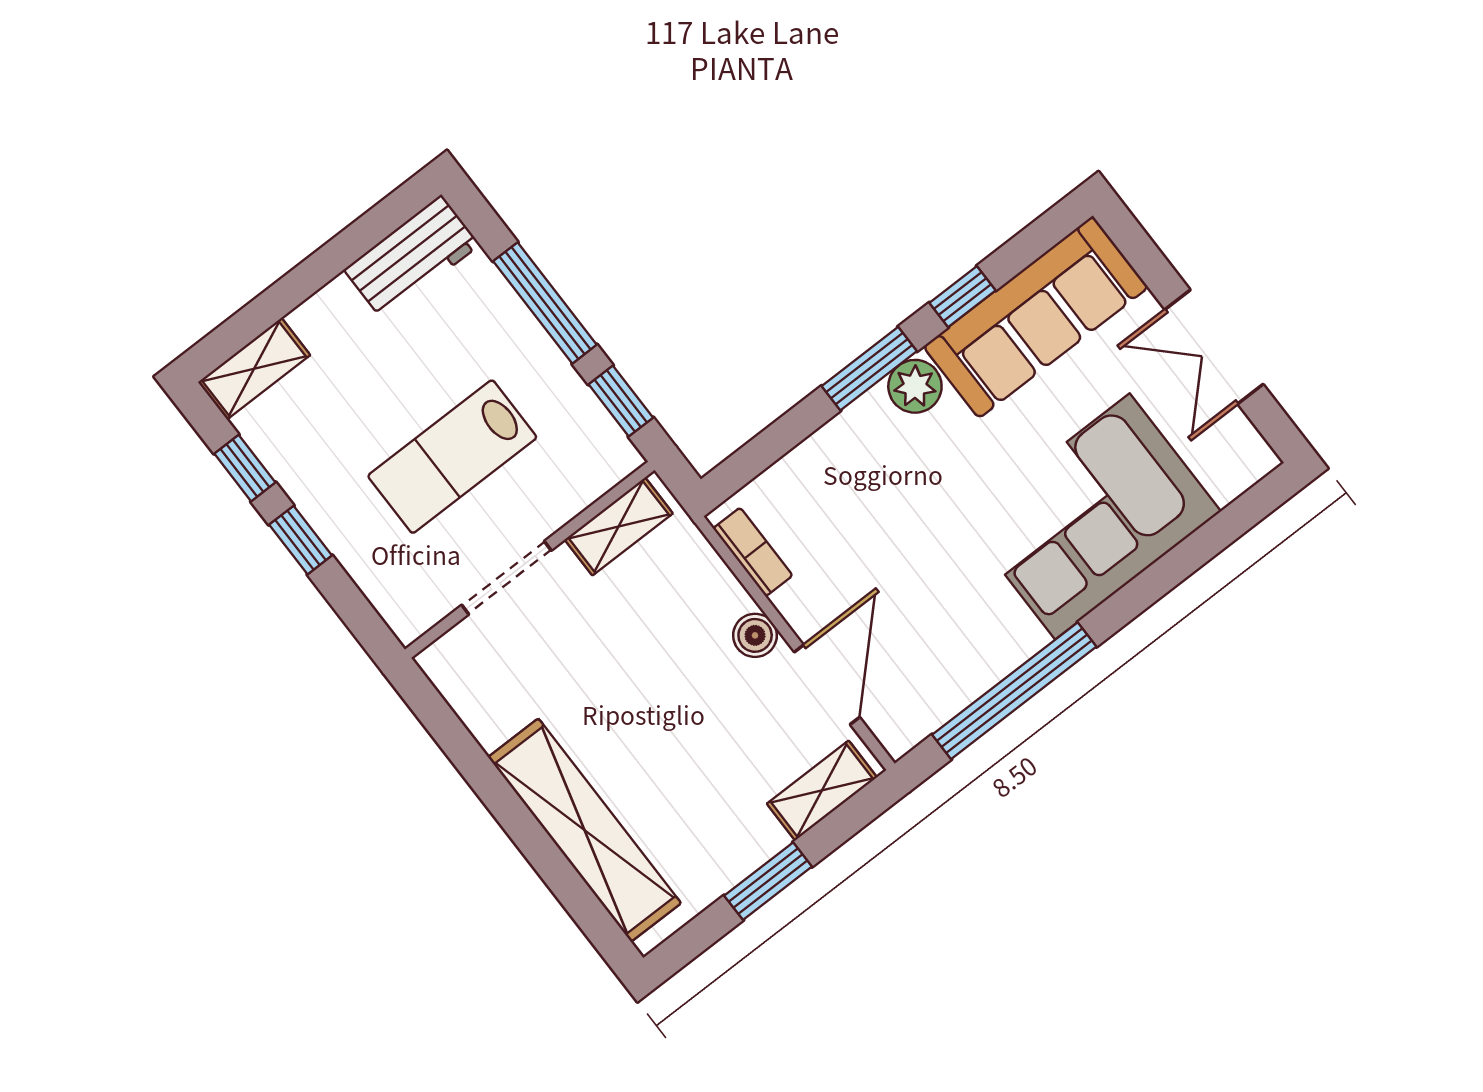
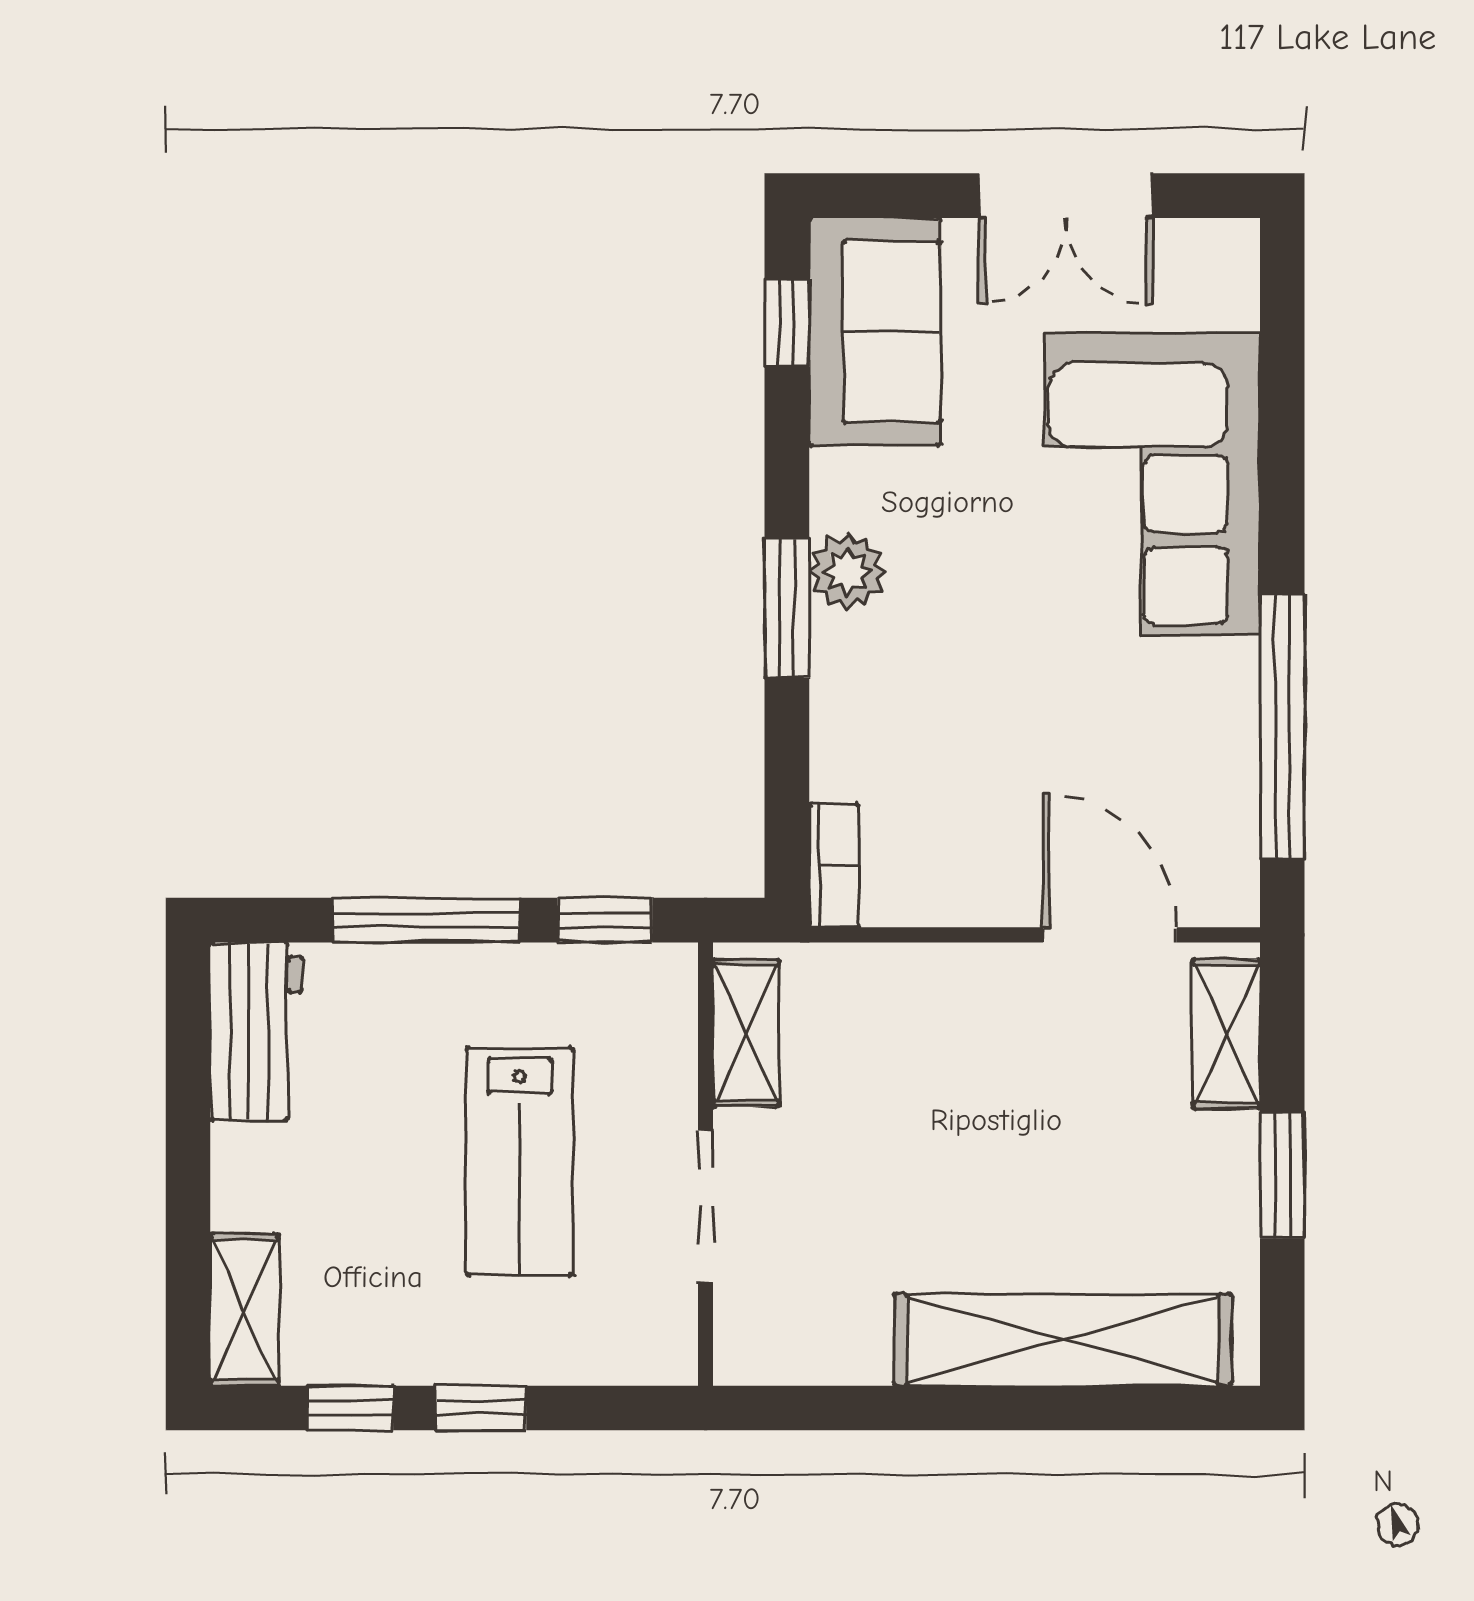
window: (962, 297) -> (787, 323), moved
sofa: (1036, 317) -> (875, 332), width x0.73
bookcase: (753, 552) -> (834, 865), moved, turned 90
boiler: (755, 635) -> (990, 974), removed

